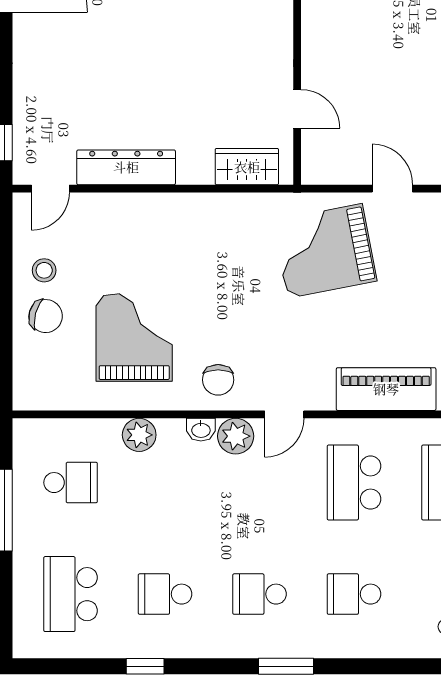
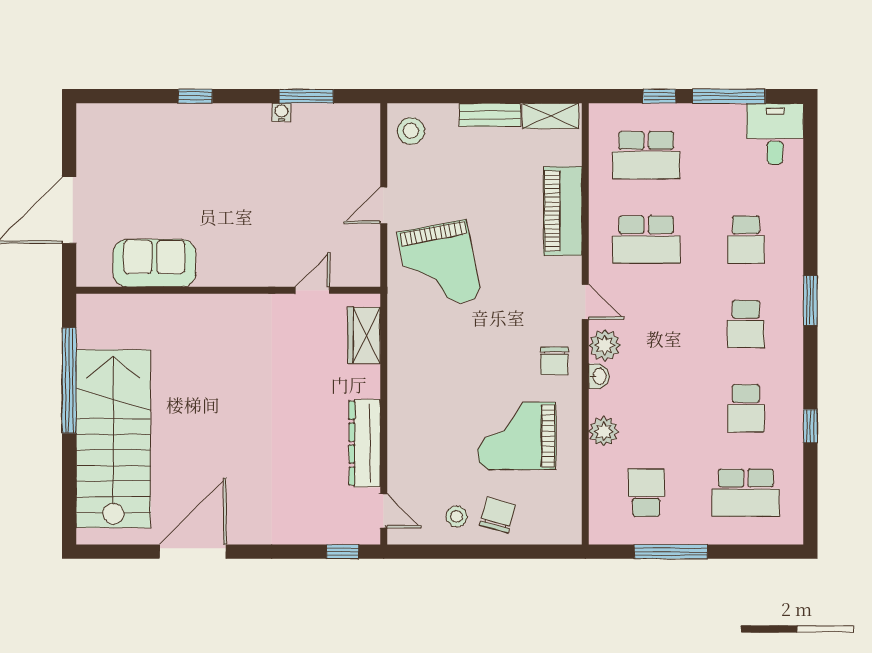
chair: (218, 380) -> (554, 361), turned 90

